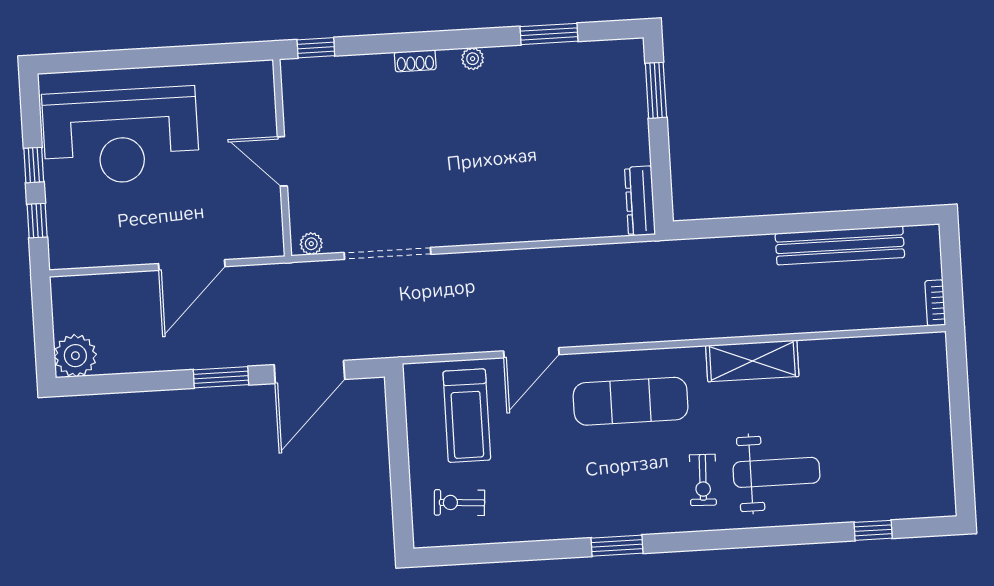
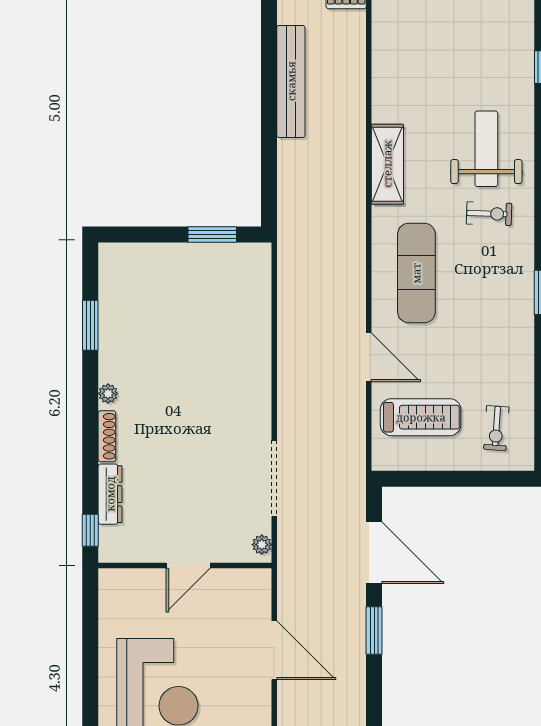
shoe rack: (415, 61) -> (107, 436), width x1.43
window: (656, 90) -> (212, 235), moved
dresser: (640, 201) -> (110, 494), moved, turned -90

